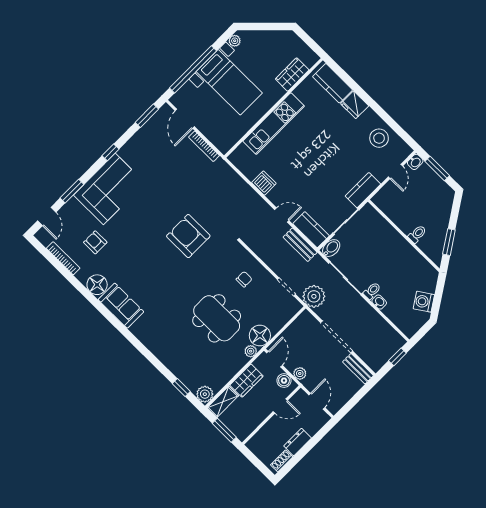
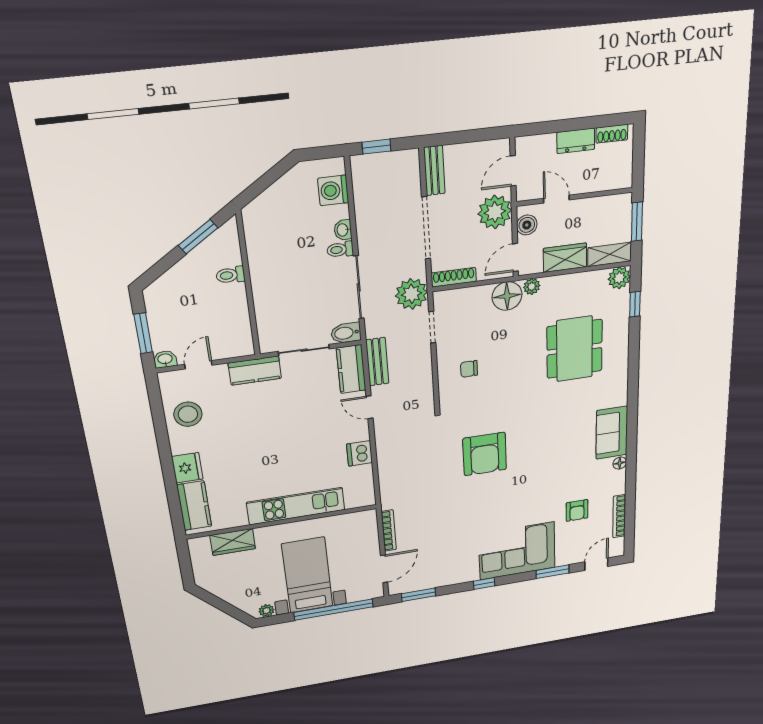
floor lamp: (97, 285) -> (620, 463), width x0.53, depth x0.53
washing machine: (424, 302) -> (333, 190), moved, turned 123
dining table: (217, 318) -> (575, 349), moved
shoe rack: (299, 323) -> (454, 277), added
plant: (300, 373) -> (495, 212), width x1.87, depth x1.87

